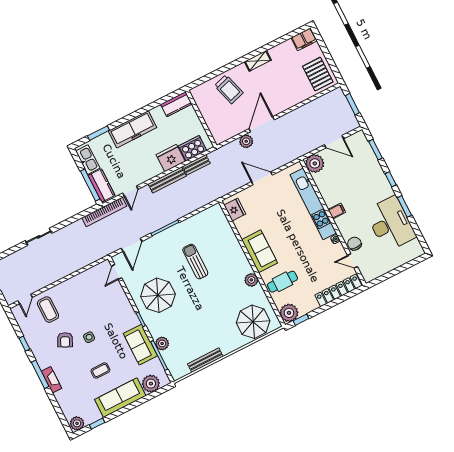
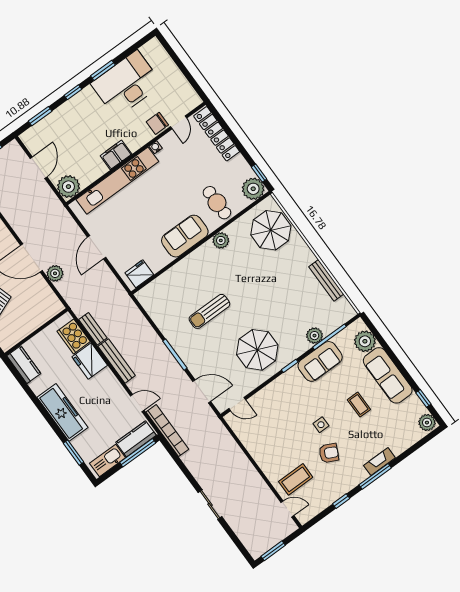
filing cabinet: (337, 211) -> (116, 155), width x2.00

